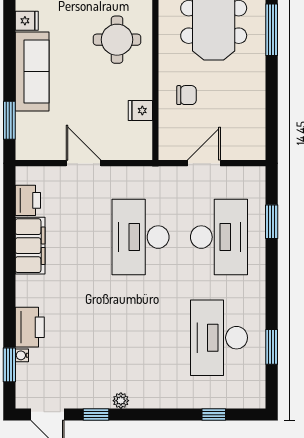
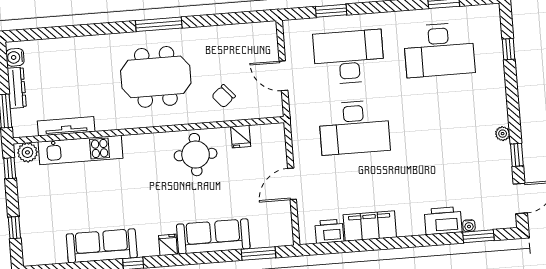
round table: (117, 40) -> (196, 155), moved
chair: (187, 95) -> (224, 96), turned -131

